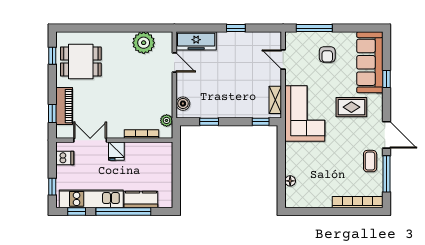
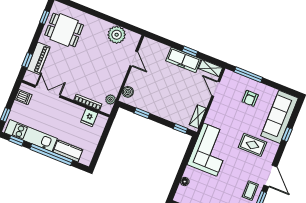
shelving: (267, 38) -> (211, 68), added
freezer: (196, 41) -> (183, 60), moved
corner sofa: (305, 113) -> (210, 150), moved
fridge: (116, 151) -> (89, 118), moved

